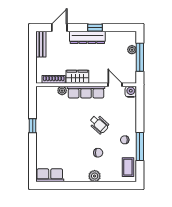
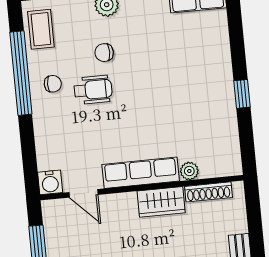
wheelchair: (99, 124) -> (93, 90), moved, turned 138
window: (140, 147) -> (21, 73), width x1.46

